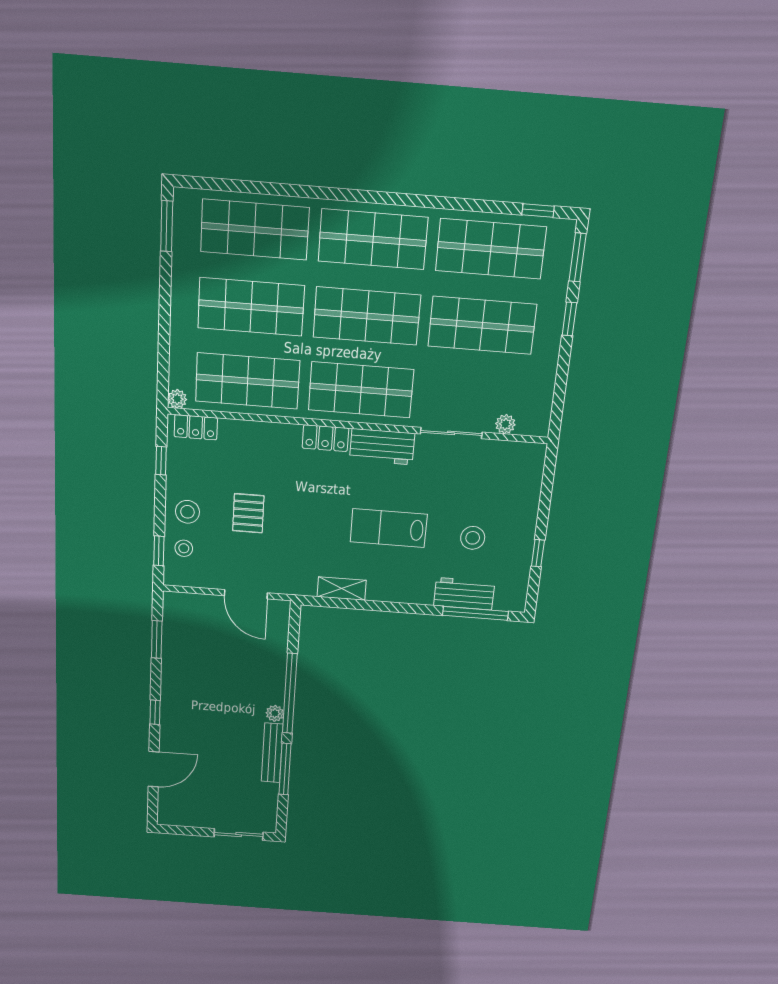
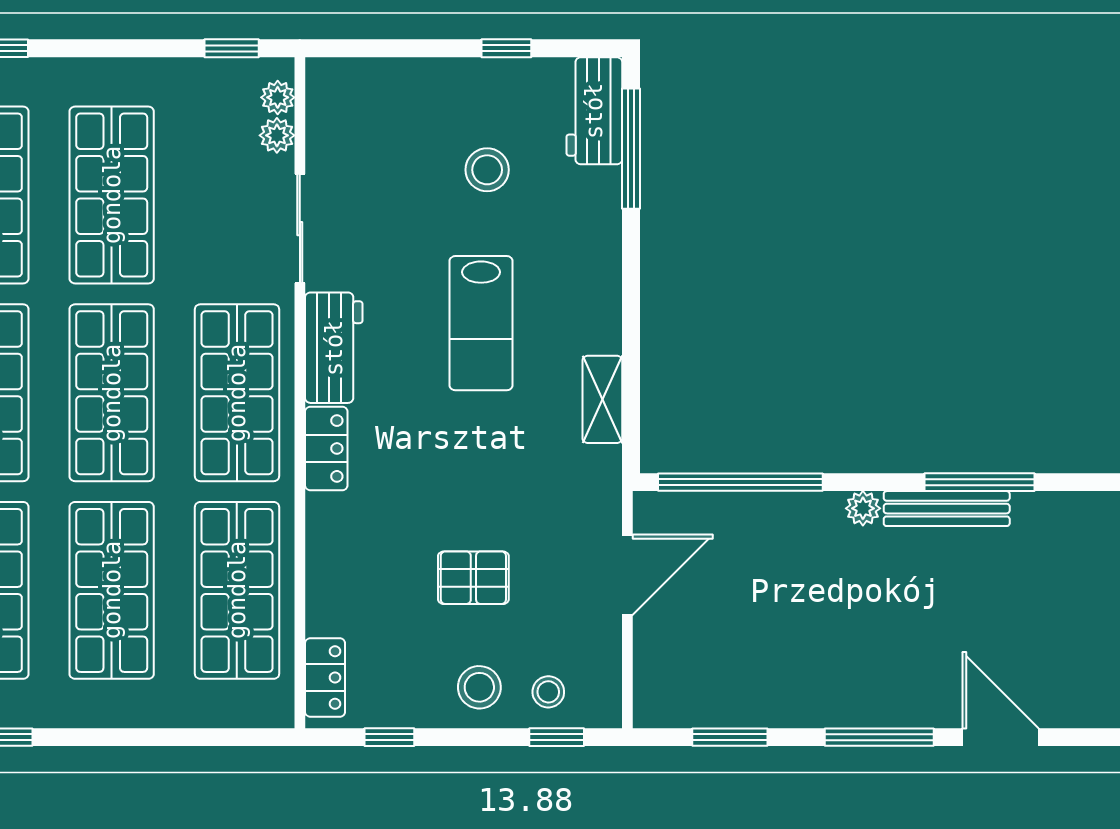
window: (569, 319) -> (232, 48), moved
plant: (177, 399) -> (278, 97), moved
workbench: (464, 594) -> (594, 111), moved
window: (290, 694) -> (740, 482), moved
window: (155, 712) -> (879, 737), width x2.17

